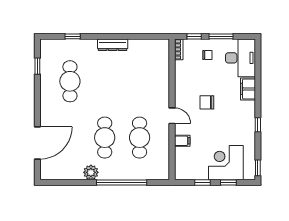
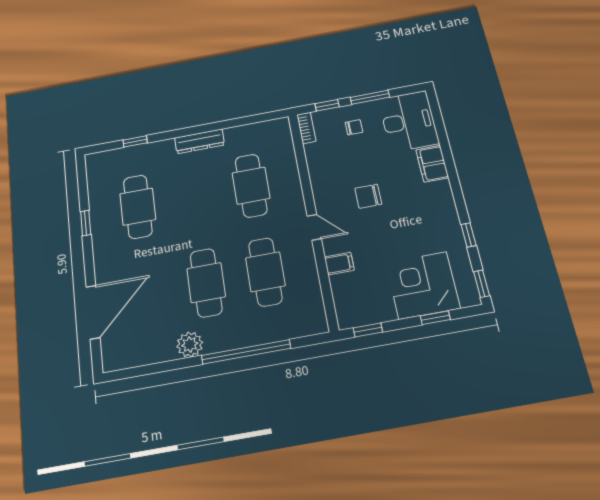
window: (37, 66) -> (86, 223), moved
cafe table: (140, 81) -> (251, 186), added
window: (258, 125) -> (469, 235), moved
window: (202, 183) -> (368, 330), moved

